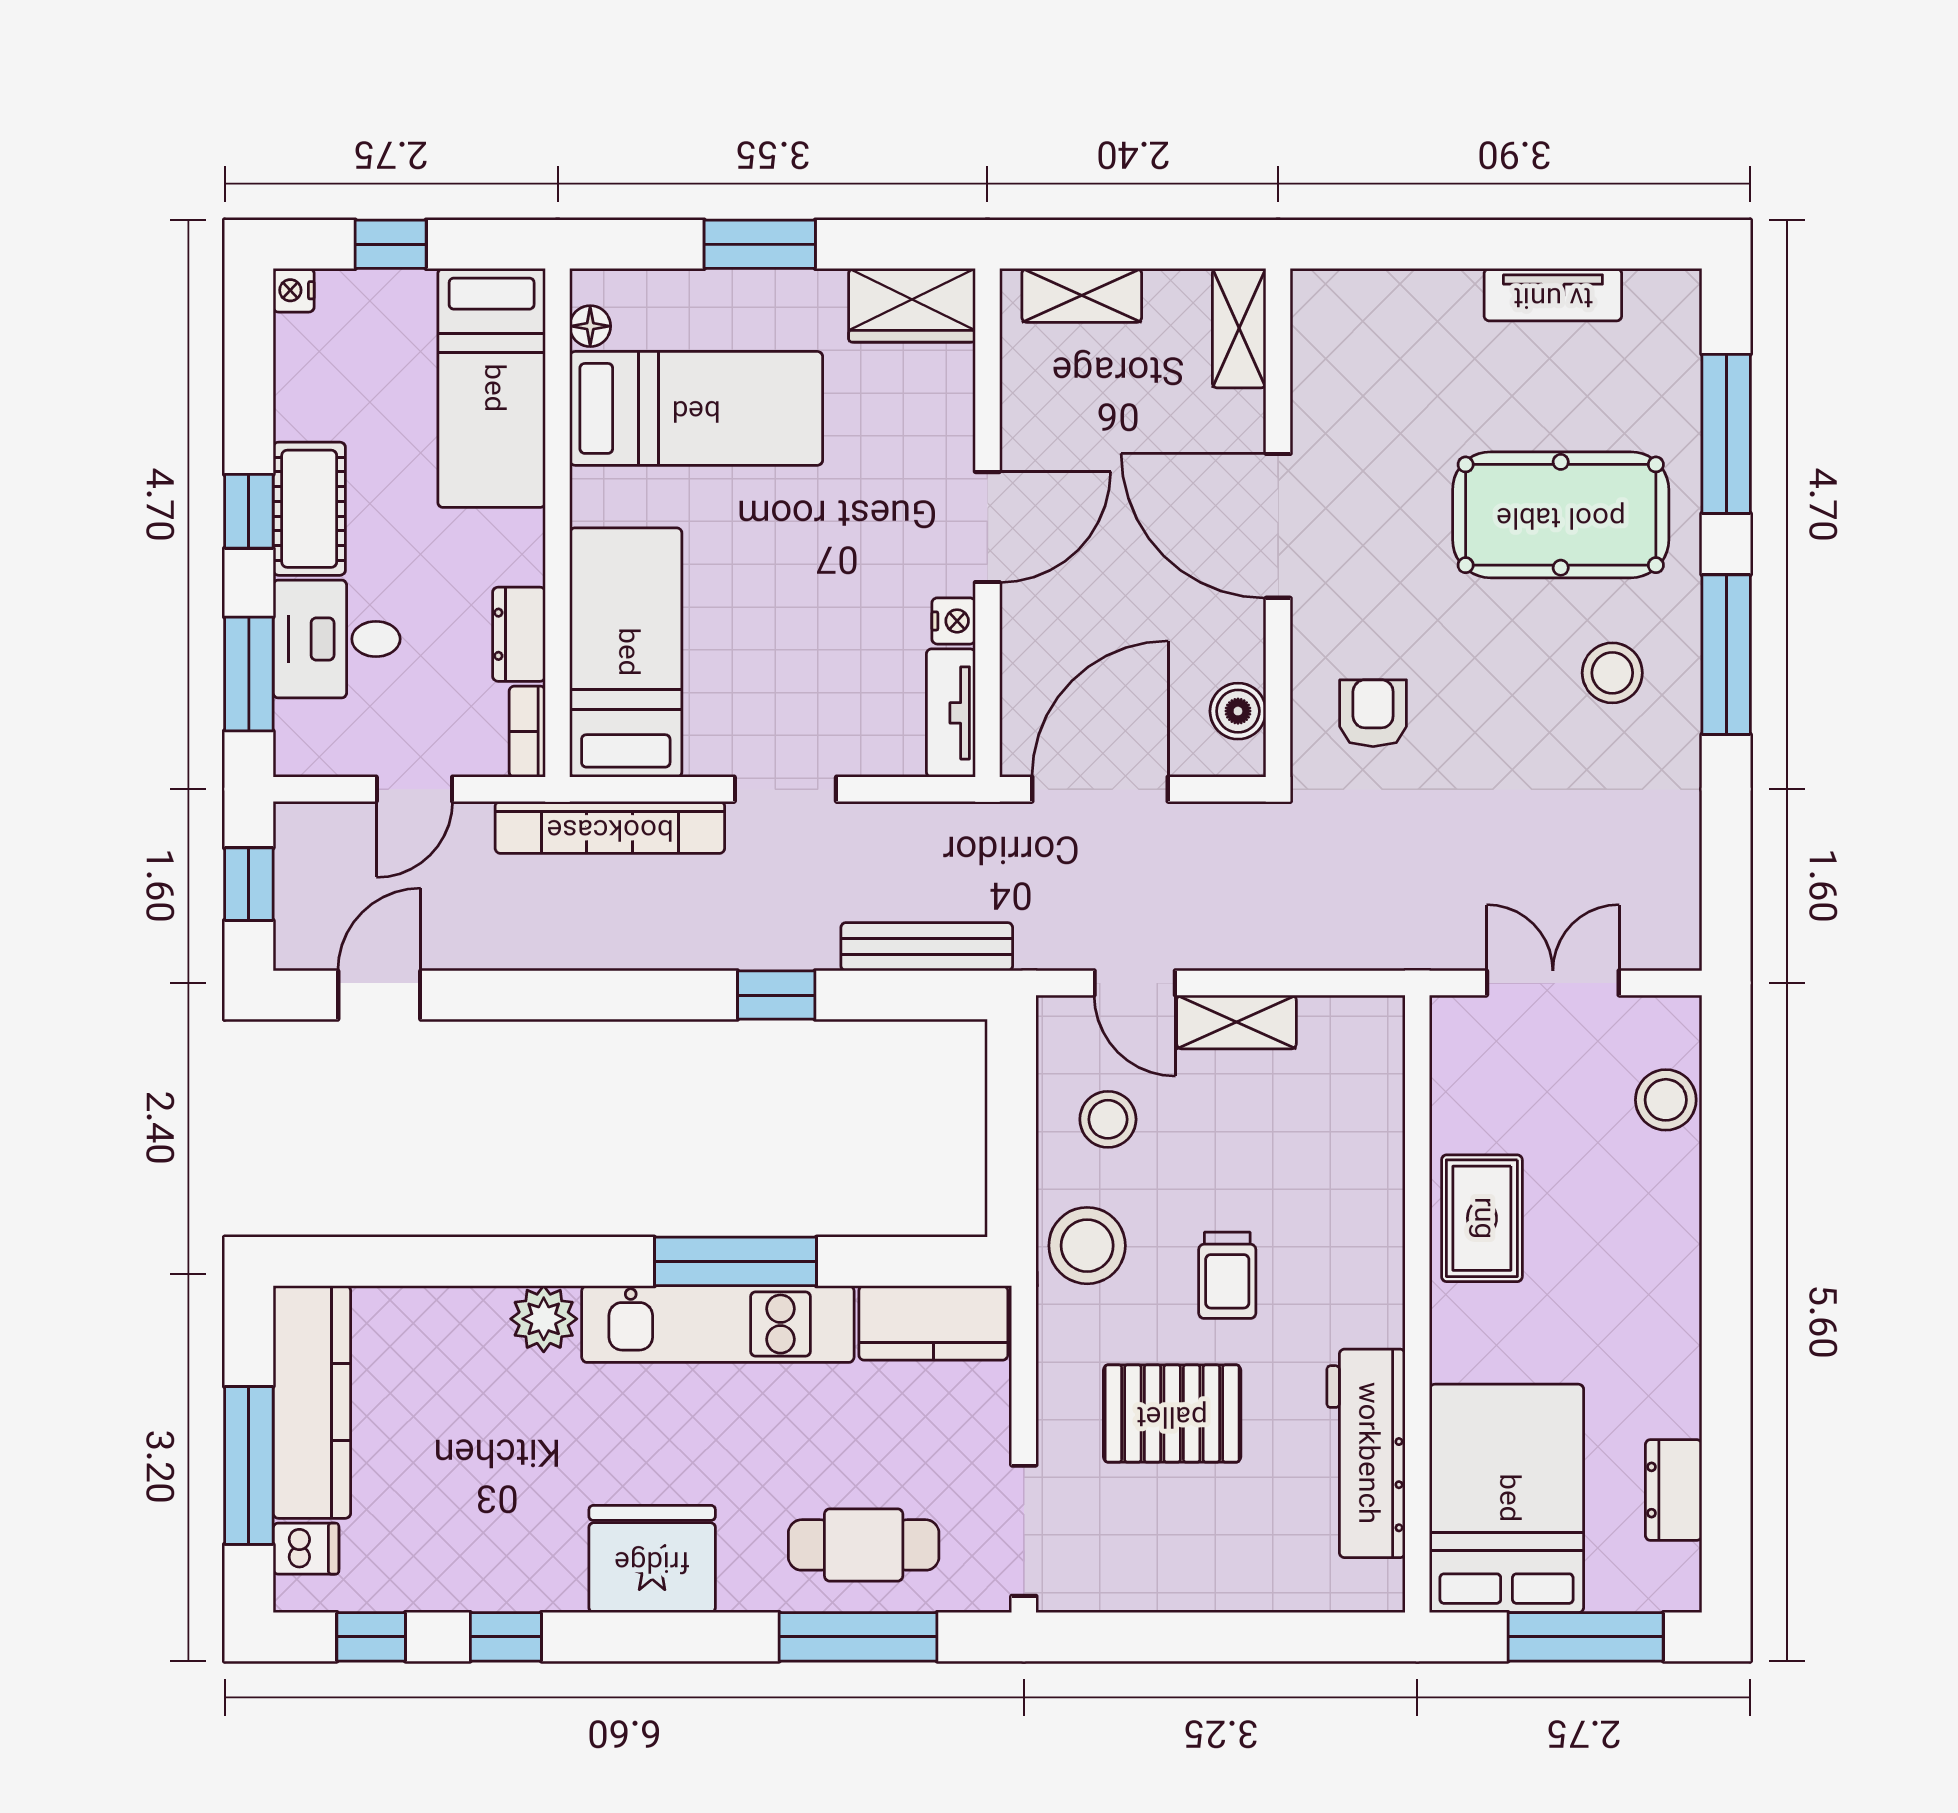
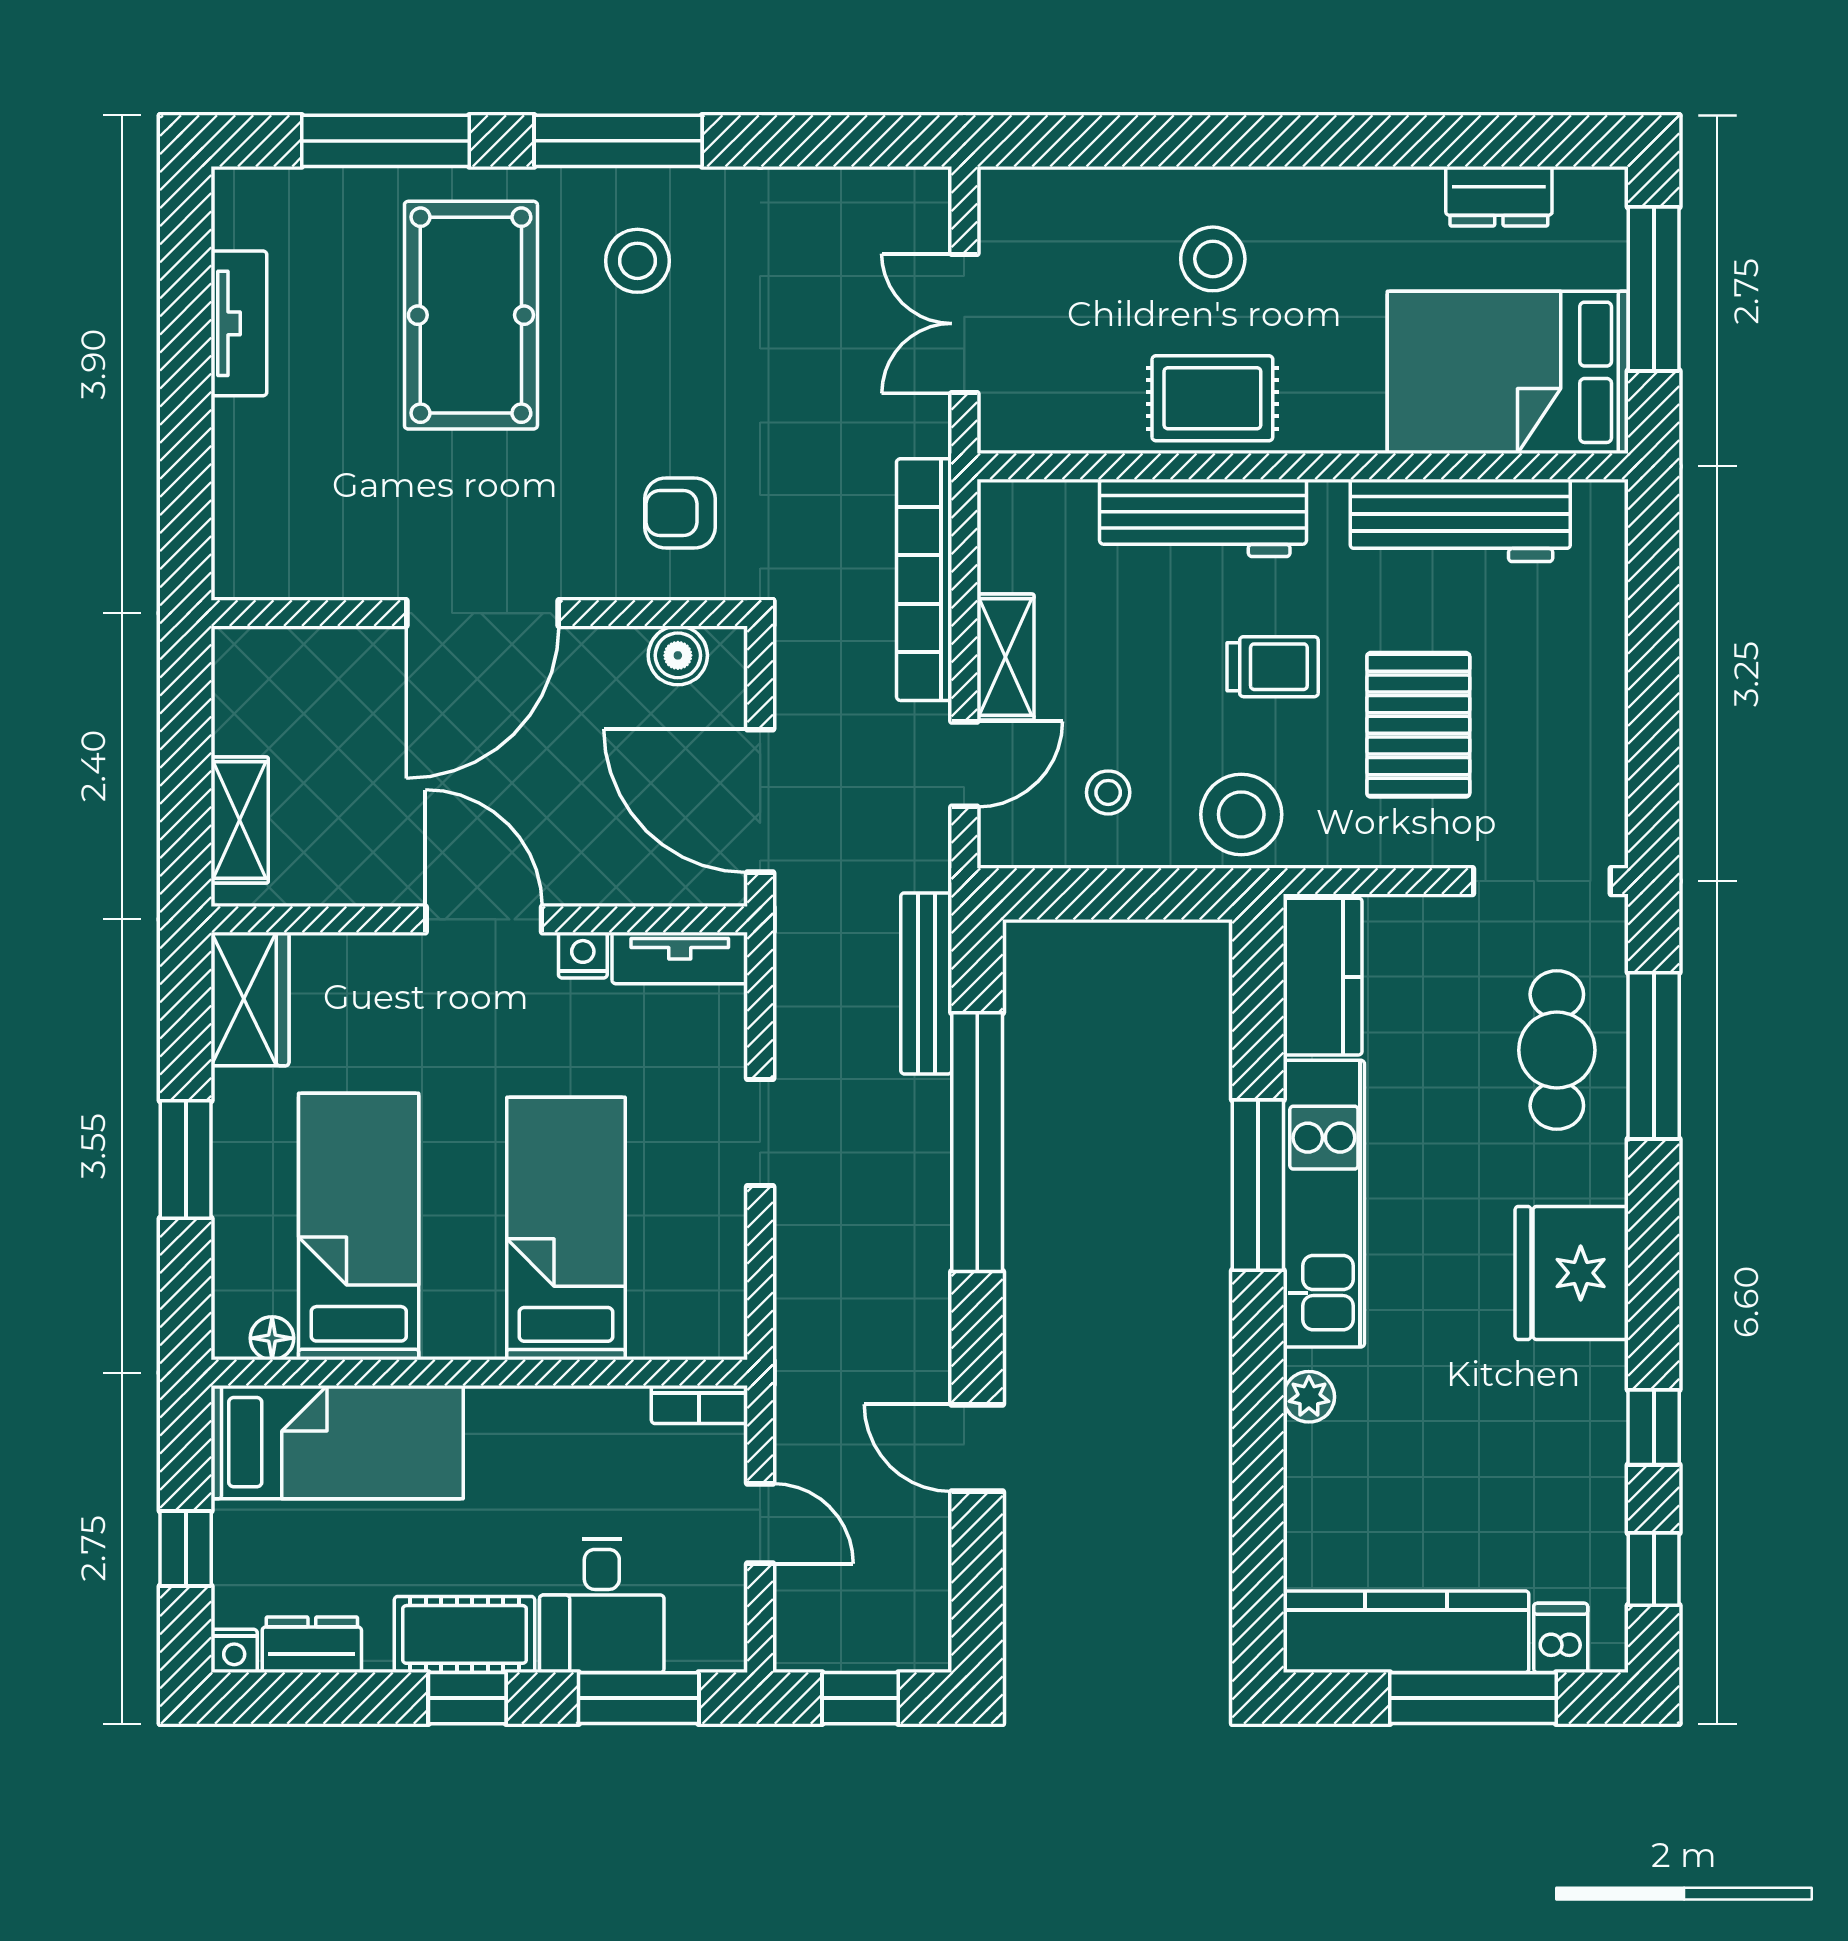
shelving: (1239, 328) -> (274, 654), removed
dresser: (519, 634) -> (312, 1645), moved, turned 180
bed: (626, 652) -> (566, 1228), moved, turned 90
bookcase: (610, 827) -> (924, 580), moved, turned 180
door: (379, 995) -> (977, 1448), moved
window: (776, 995) -> (977, 1142), width x3.17
stool: (1666, 1100) -> (1213, 259), moved
stool: (1108, 1119) -> (1108, 792), width x0.73, depth x0.73
workbench: (1368, 1209) -> (1203, 518), added
plant: (544, 1319) -> (1309, 1397), width x0.73, depth x0.73

